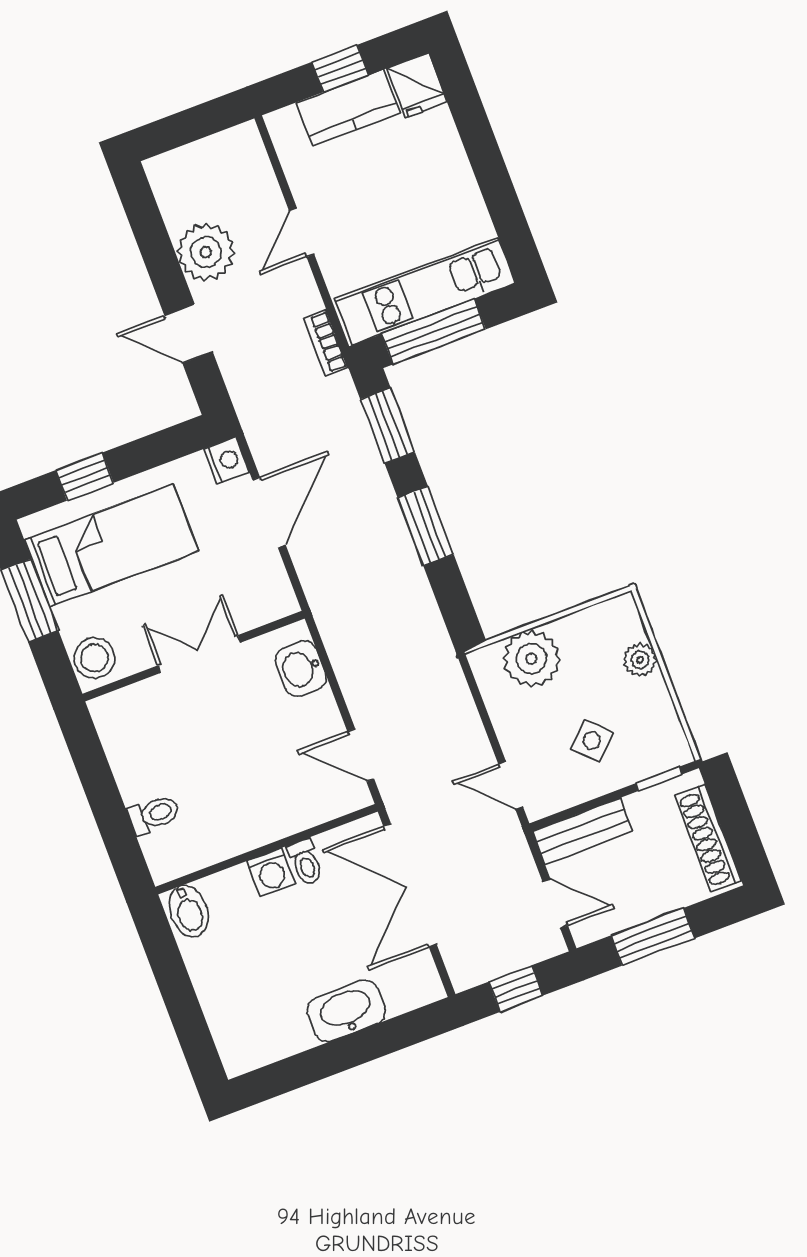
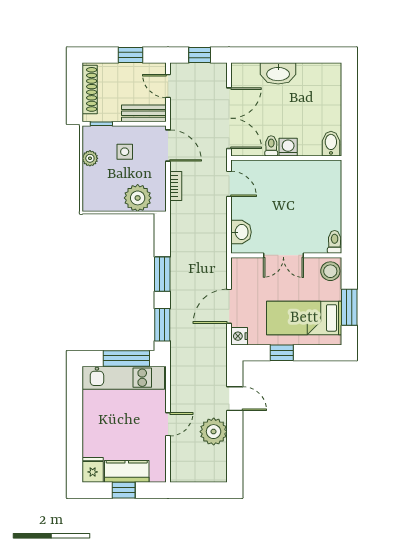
bookcase: (326, 343) -> (176, 186), moved
window: (85, 477) -> (282, 353), moved
plant: (640, 660) -> (90, 158), moved
side table: (592, 741) -> (125, 152), turned 45
door: (511, 785) -> (168, 146), width x1.38
toilet: (154, 814) -> (335, 242), moved, turned 90
window: (653, 937) -> (131, 55), width x0.67

